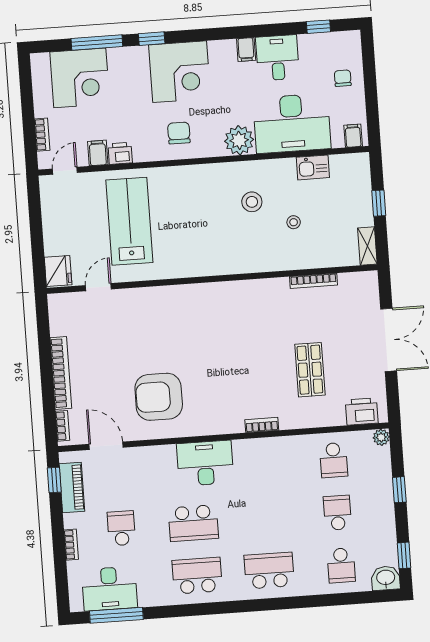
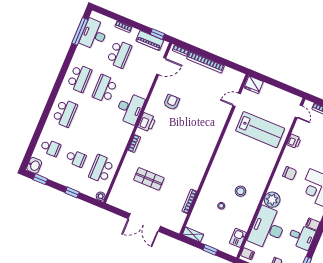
filing cabinet: (98, 153) -> (299, 131), removed
kitchen sink: (313, 167) -> (238, 238), moved
door: (98, 287) -> (237, 100), swing flipped
armchair: (159, 397) -> (172, 102), width x0.53, depth x0.53
printer: (362, 412) -> (147, 122), moved
school desk: (334, 460) -> (101, 169), width x1.85
school desk: (121, 528) -> (119, 54), width x1.85
school desk: (341, 565) -> (50, 148), turned 180

